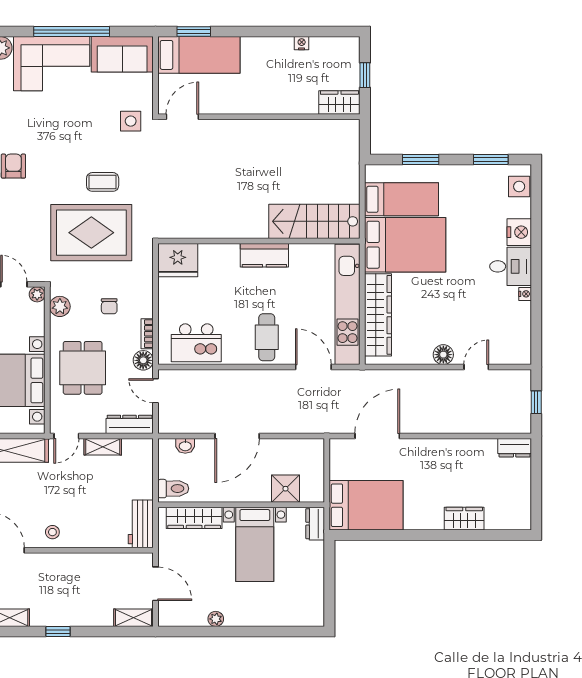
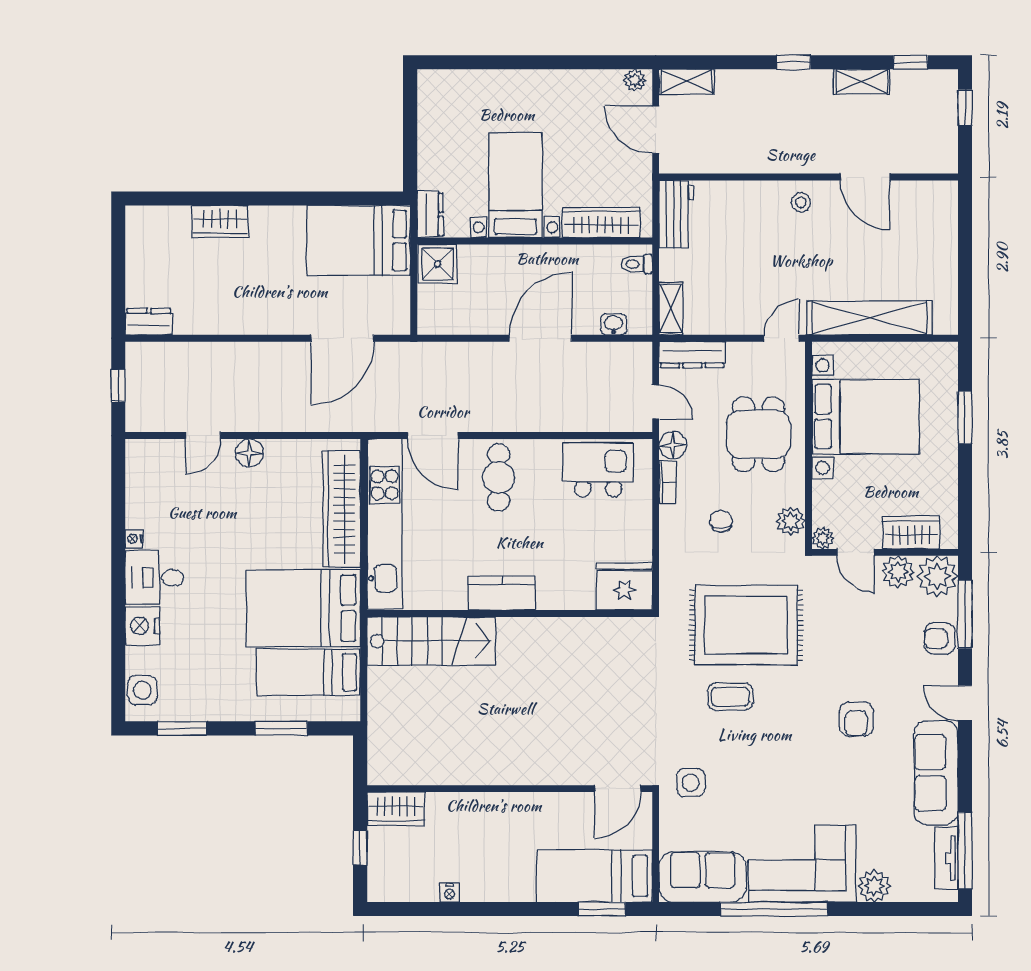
shelving: (103, 447) -> (671, 309), moved, turned 90
toilet: (173, 489) -> (637, 264), width x0.73, depth x0.72
shower: (285, 489) -> (438, 264), moved
plant: (216, 619) -> (635, 80), moved

